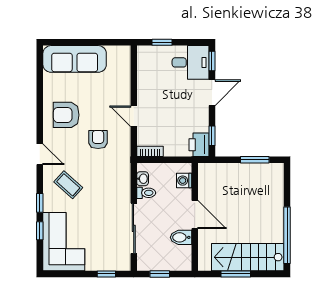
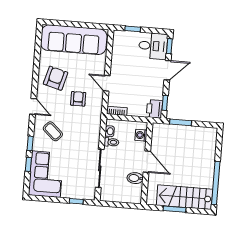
sofa: (75, 59) -> (74, 40), width x1.36, depth x1.27
armchair: (66, 115) -> (56, 78), turned 105
window: (255, 160) -> (181, 122), moved
window: (160, 274) -> (117, 205), removed

